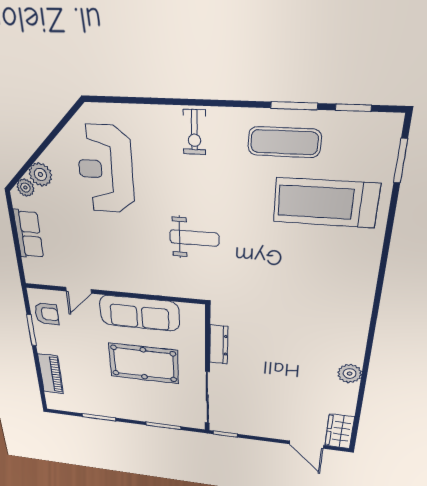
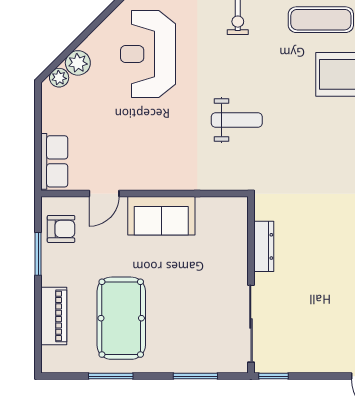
row of seats: (29, 234) -> (54, 161), moved
sofa: (139, 313) -> (161, 216), width x0.73
pool table: (144, 363) -> (121, 318), moved, turned 90

